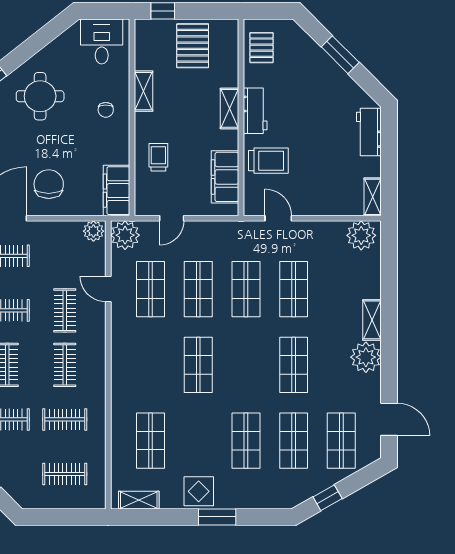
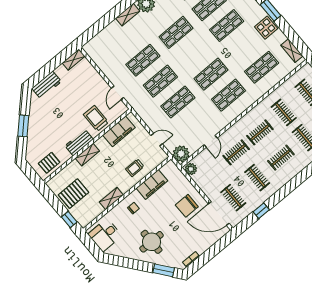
filing cabinet: (116, 191) -> (152, 185), moved
plant: (361, 235) -> (95, 50), removed
shop shelf: (150, 289) -> (228, 95), moved

